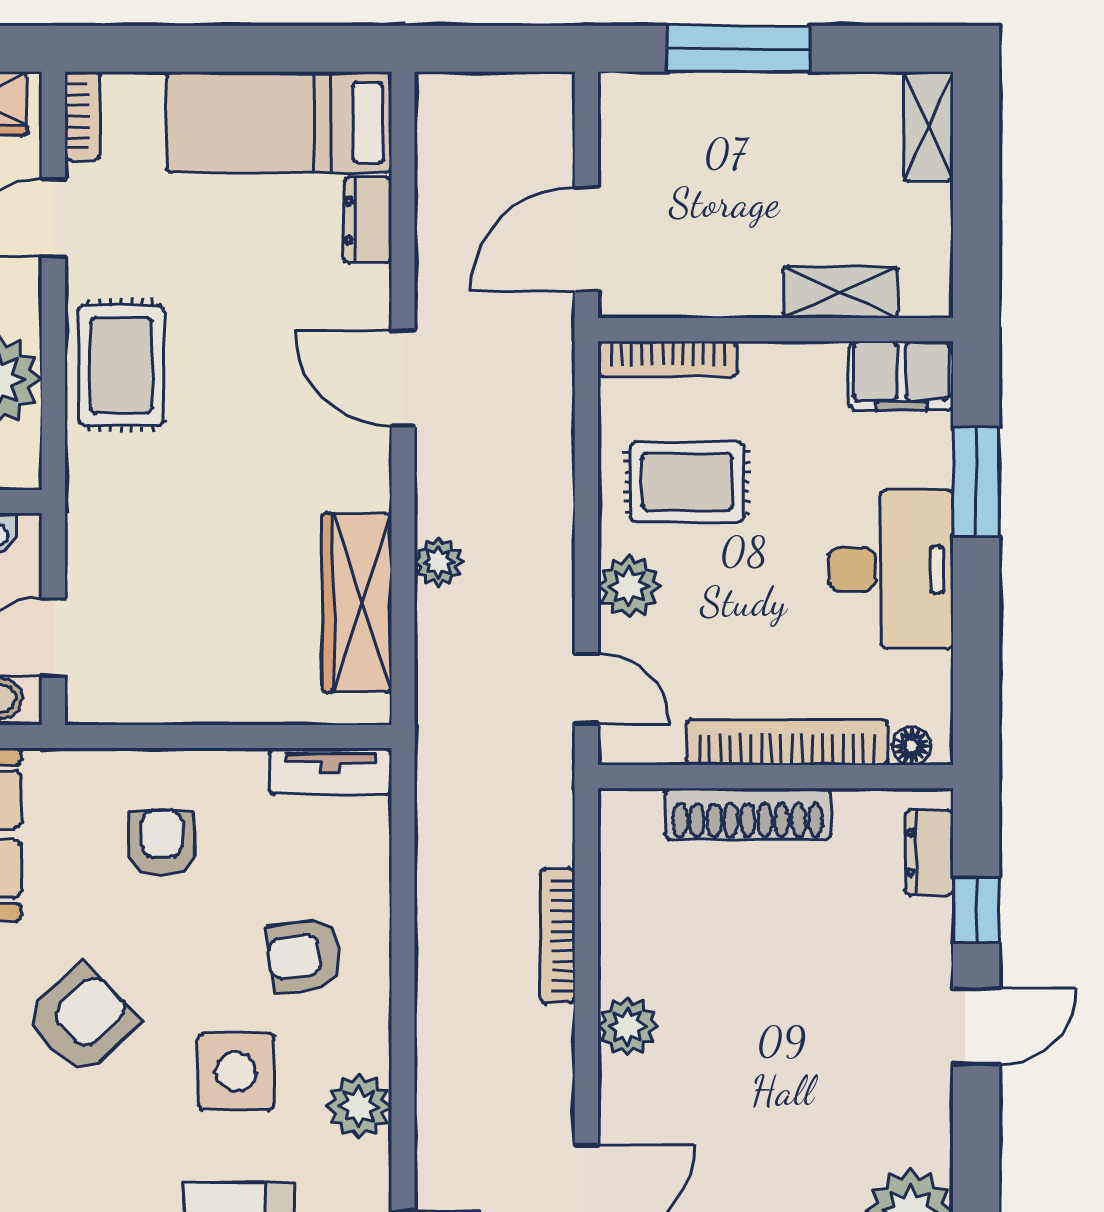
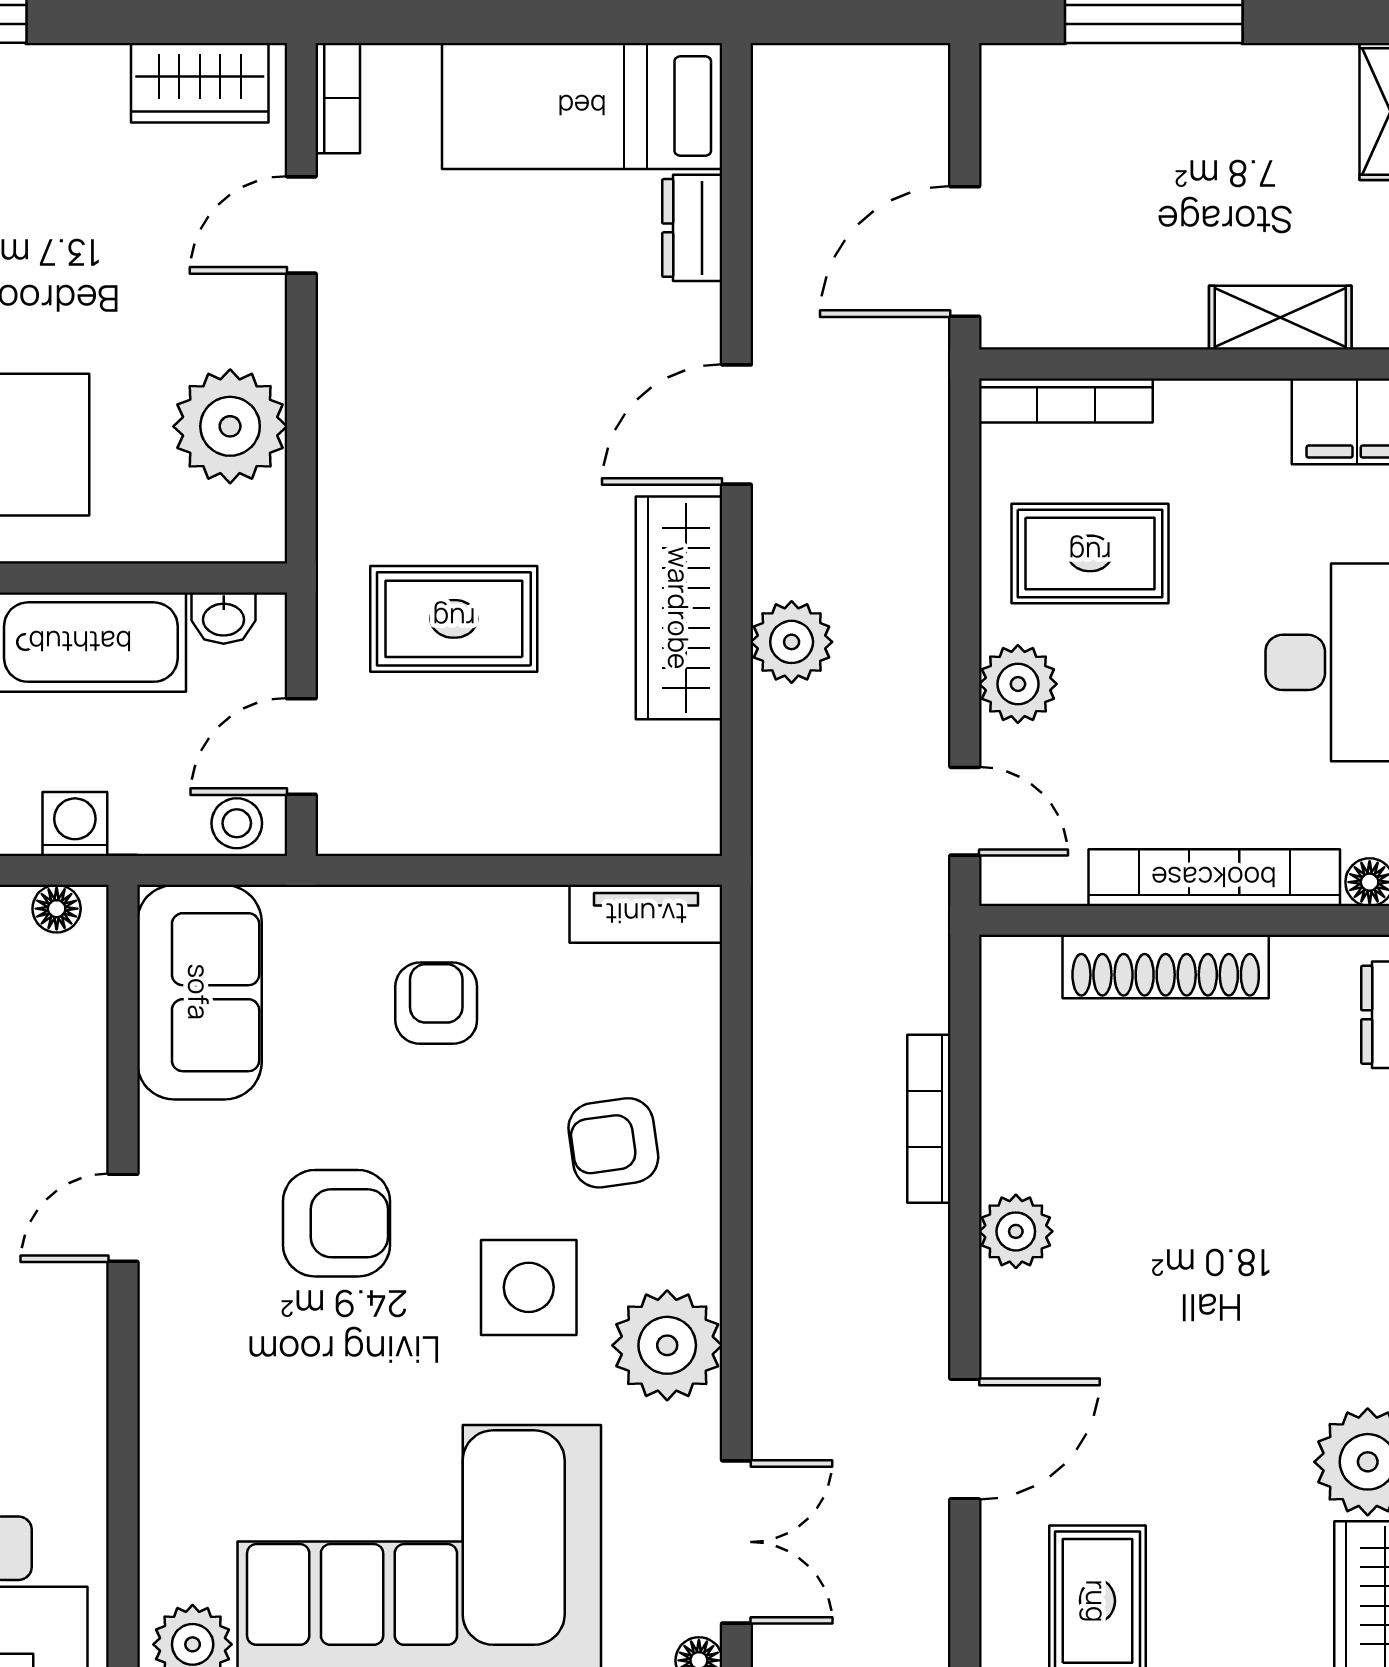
rug: (121, 365) -> (454, 619), moved, turned 90
door: (403, 378) -> (736, 425), hinge flipped
plant: (438, 562) -> (792, 642), width x1.38, depth x1.38
wardrobe: (357, 603) -> (679, 608), moved
armchair: (82, 1020) -> (336, 1223), turned 44
plant: (359, 1106) -> (667, 1345), width x1.36, depth x1.36

